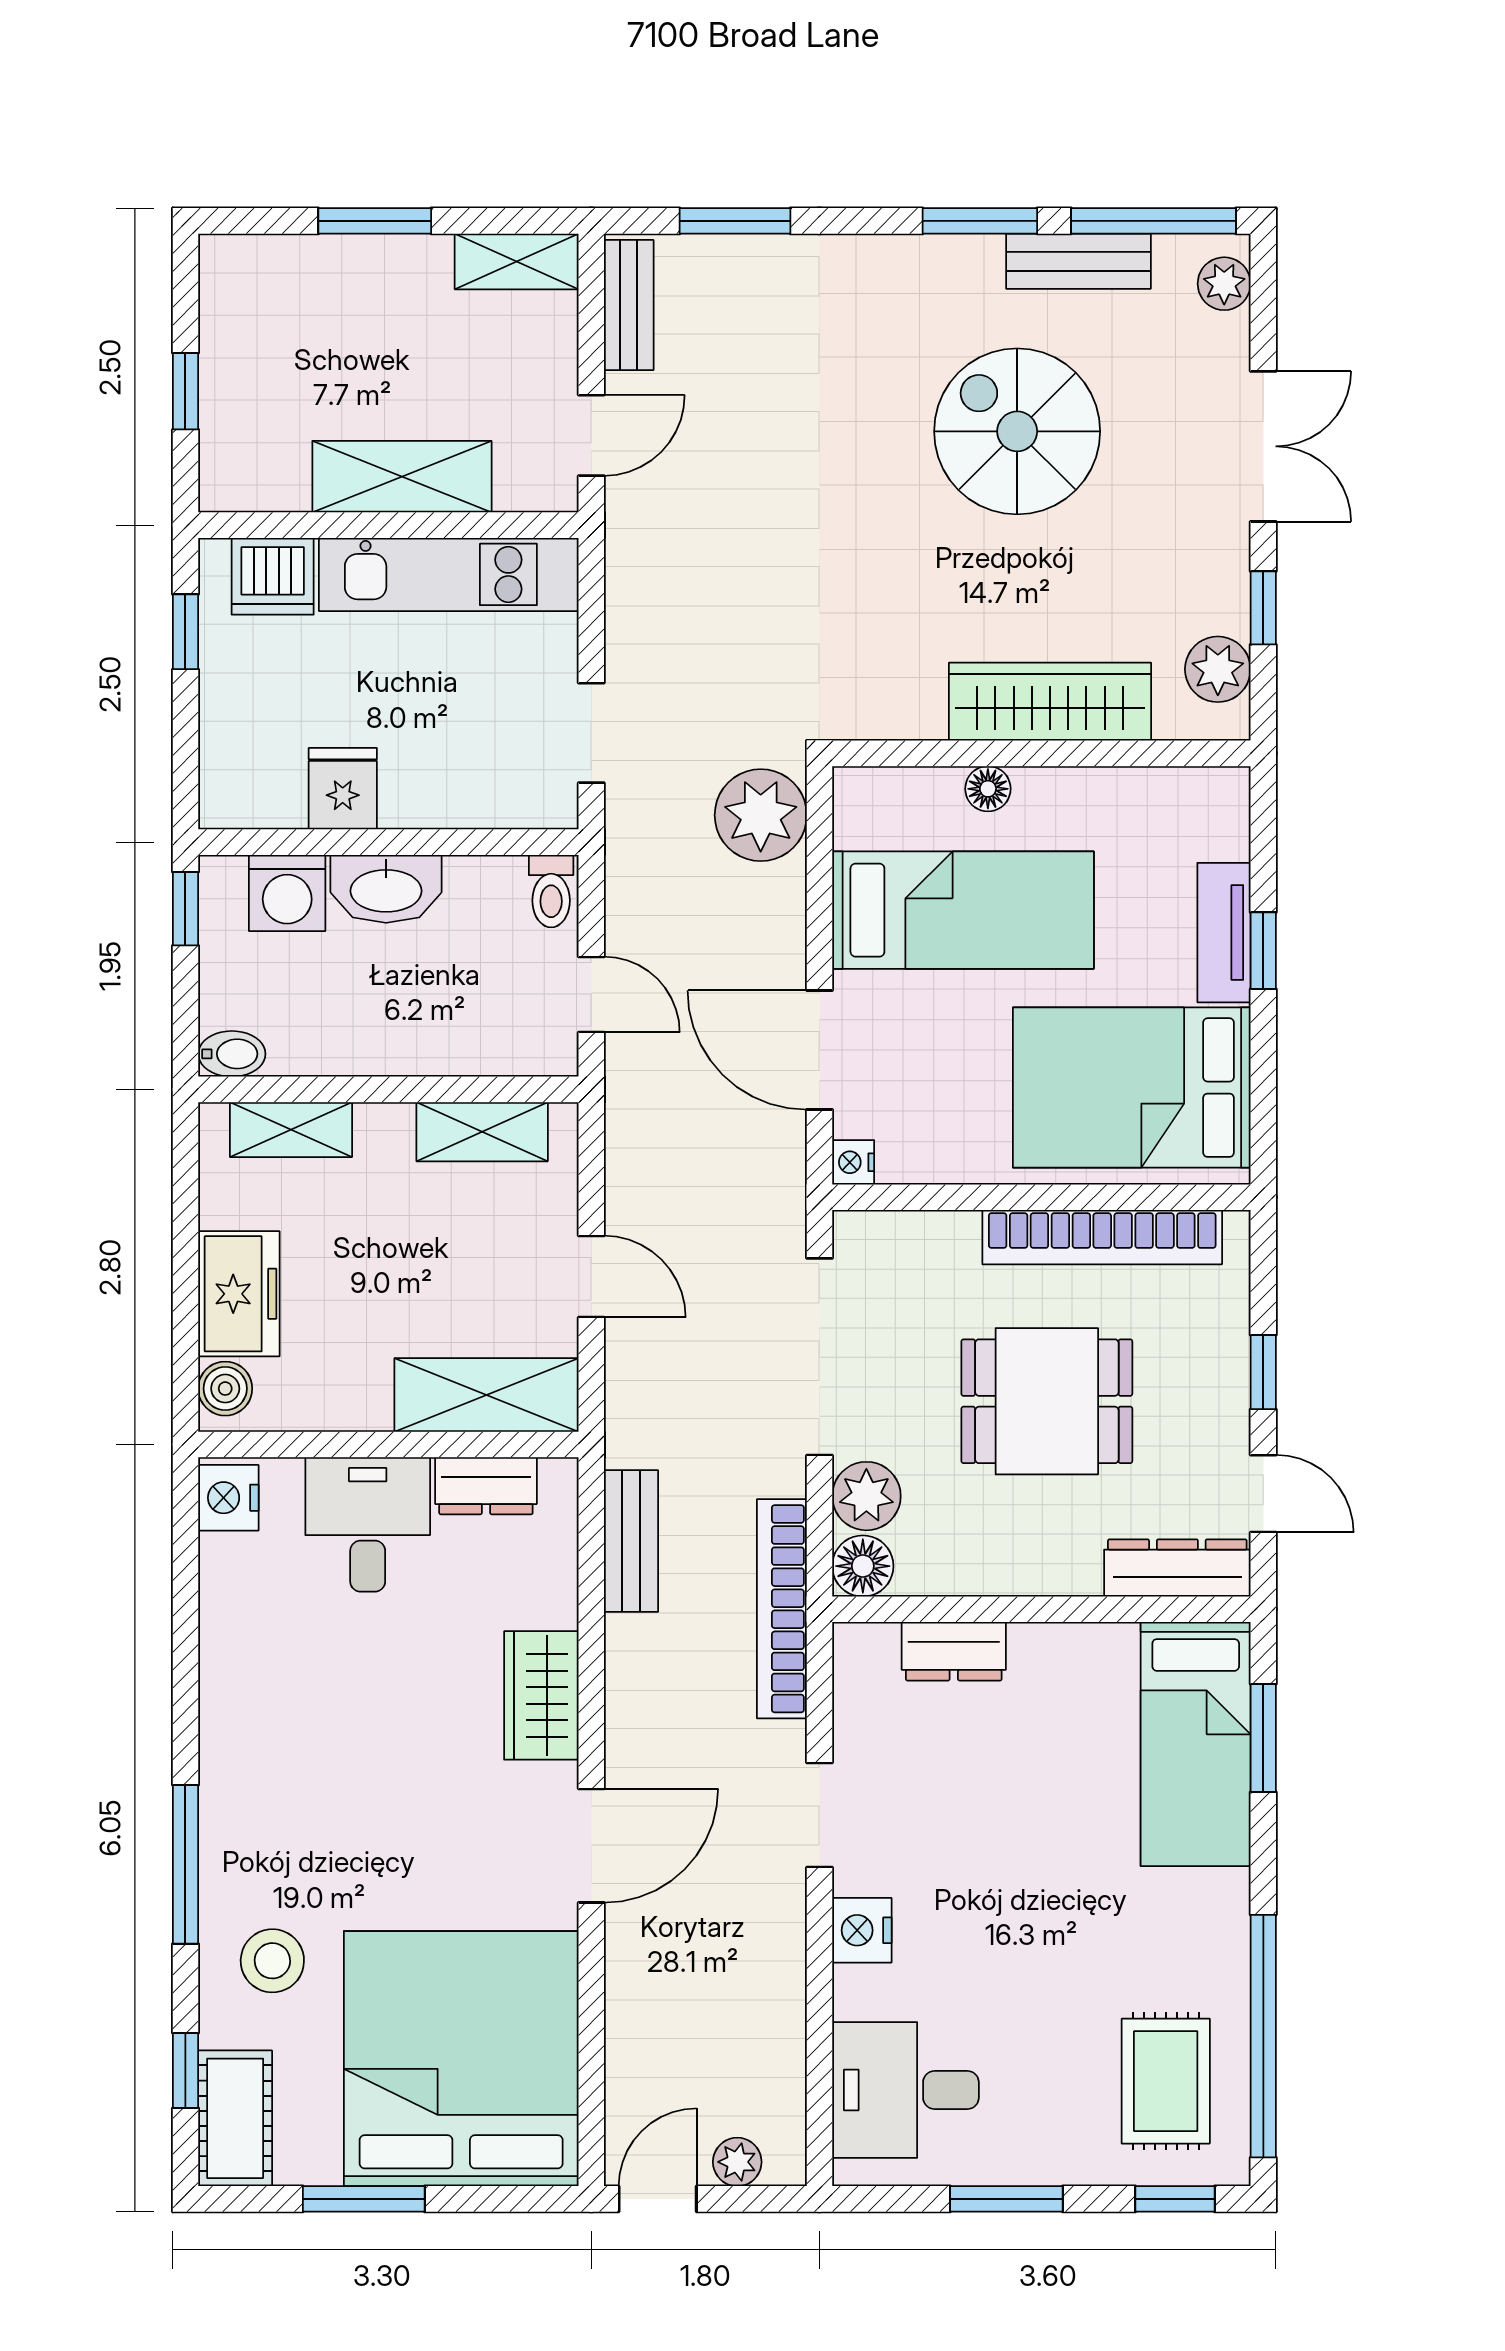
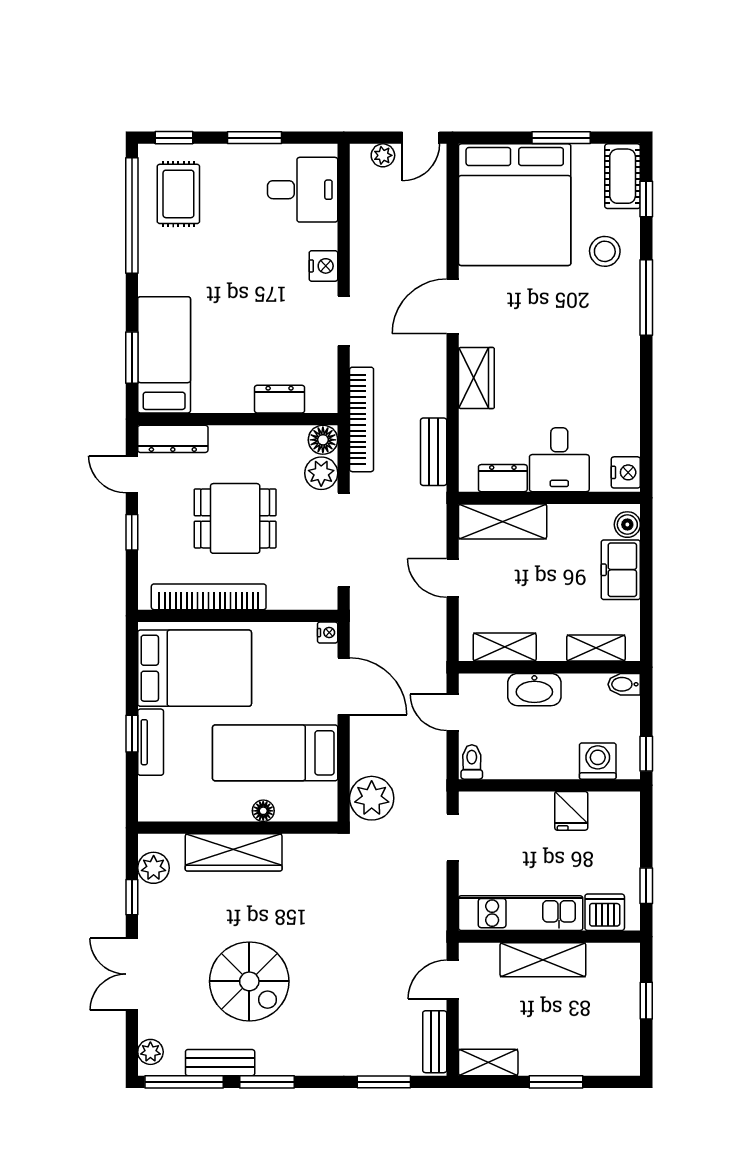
washbasin: (386, 889) -> (534, 690), moved, turned 180

